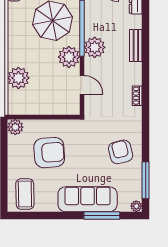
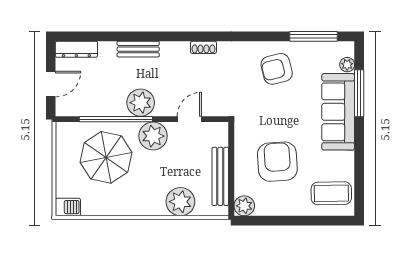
bench: (38, 109) -> (220, 176), added
plant: (136, 206) -> (347, 65), moved

